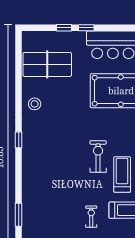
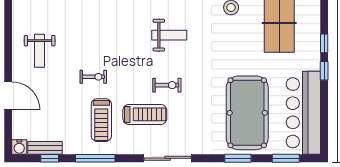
weight bench: (57, 154) -> (169, 35), added
exercise bike: (98, 156) -> (167, 85), width x0.73, depth x0.72

